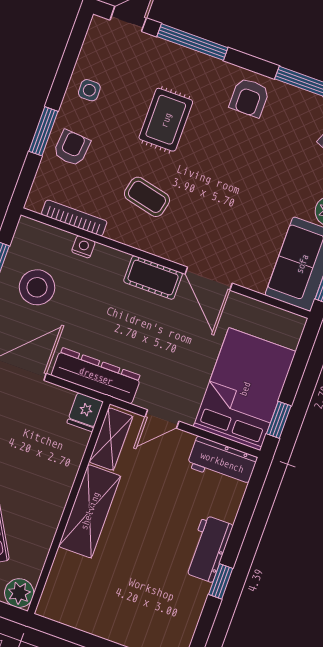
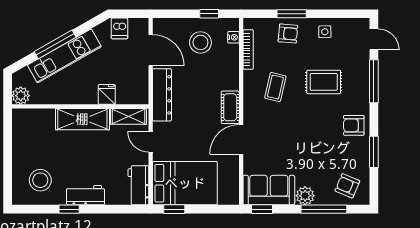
nightstand: (83, 247) -> (233, 37), moved
fridge: (85, 412) -> (107, 94), moved, turned 90
stool: (160, 610) -> (40, 180), added

